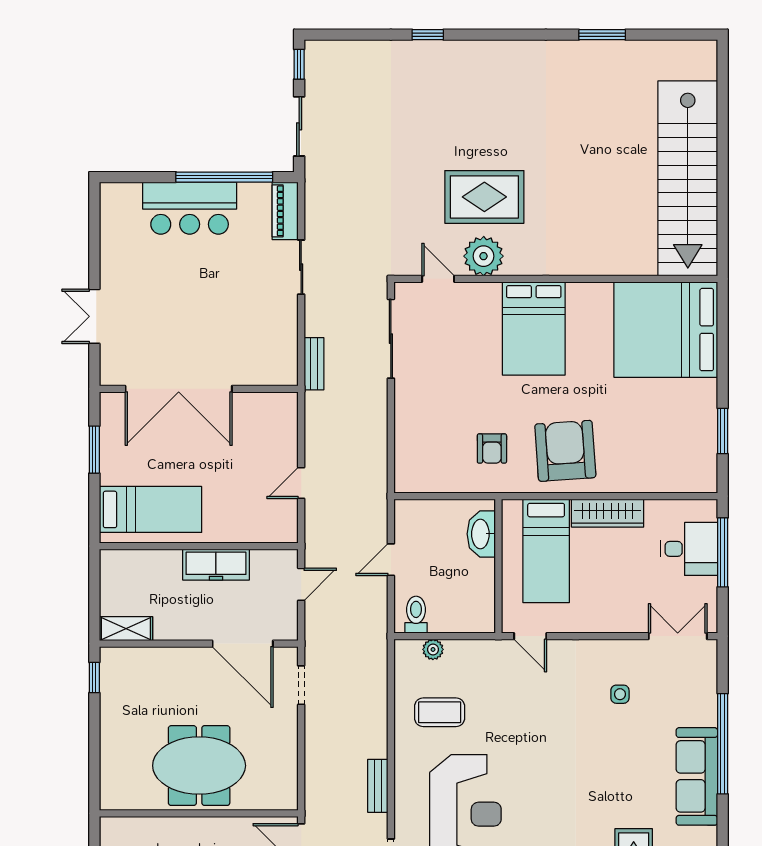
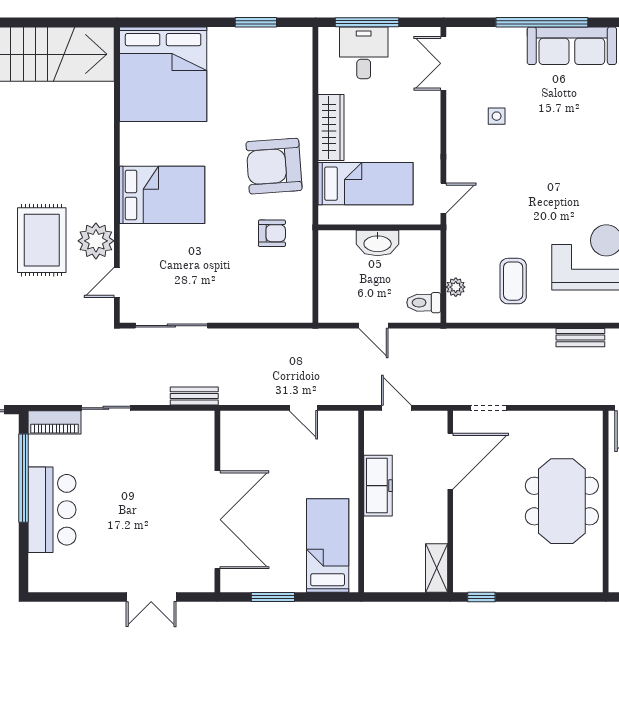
washbasin: (481, 534) -> (378, 243), moved

